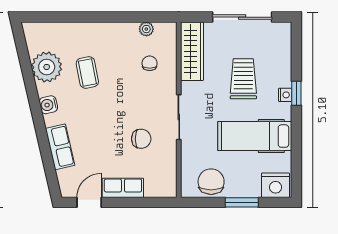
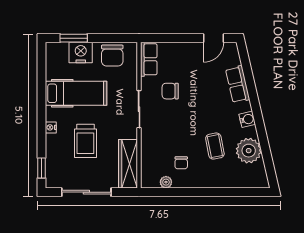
chair: (150, 63) -> (181, 163), moved
window: (296, 93) -> (41, 168), moved
nightstand: (276, 185) -> (81, 52), moved
row of seats: (123, 188) -> (149, 59), moved, turned -90
window: (242, 202) -> (74, 38), moved

